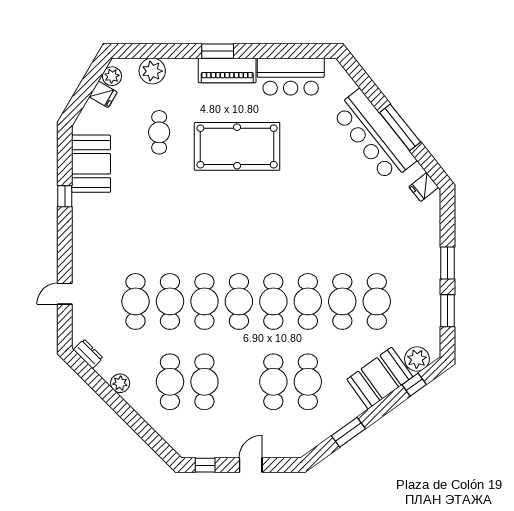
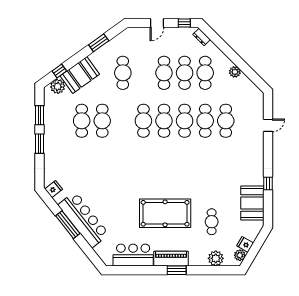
cafe table: (308, 301) -> (123, 121), removed
dresser: (88, 354) -> (202, 37), moved
cafe table: (273, 382) -> (164, 73), moved

